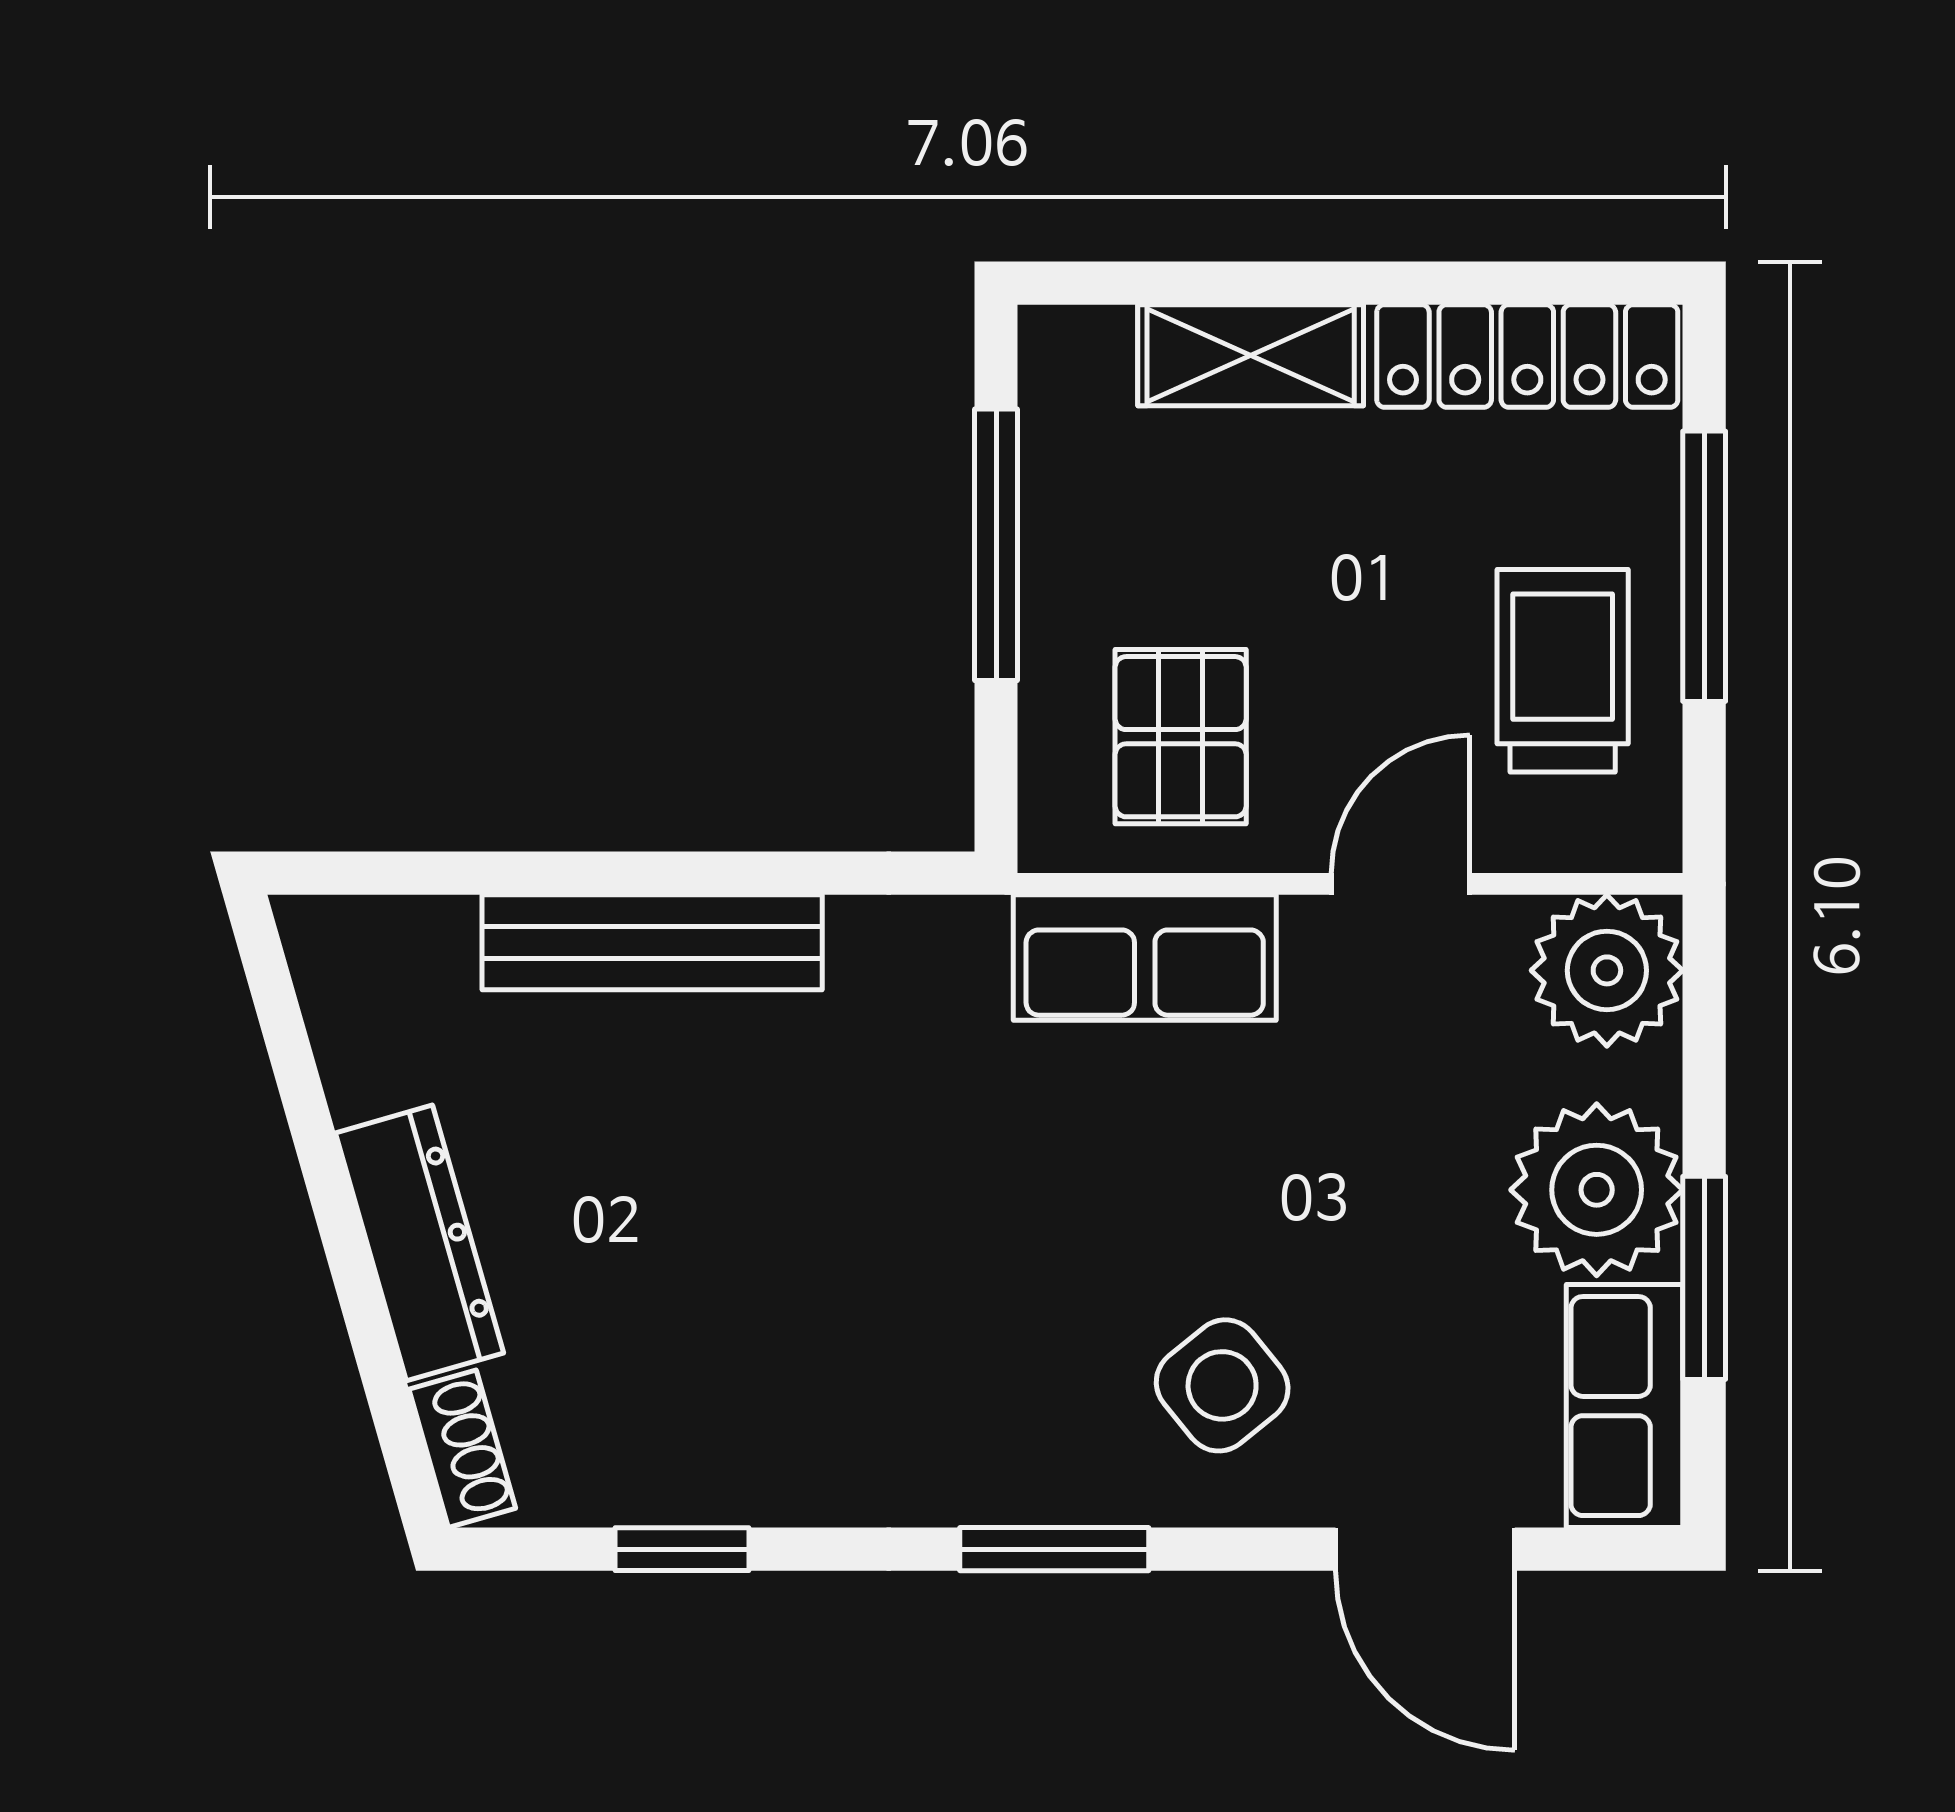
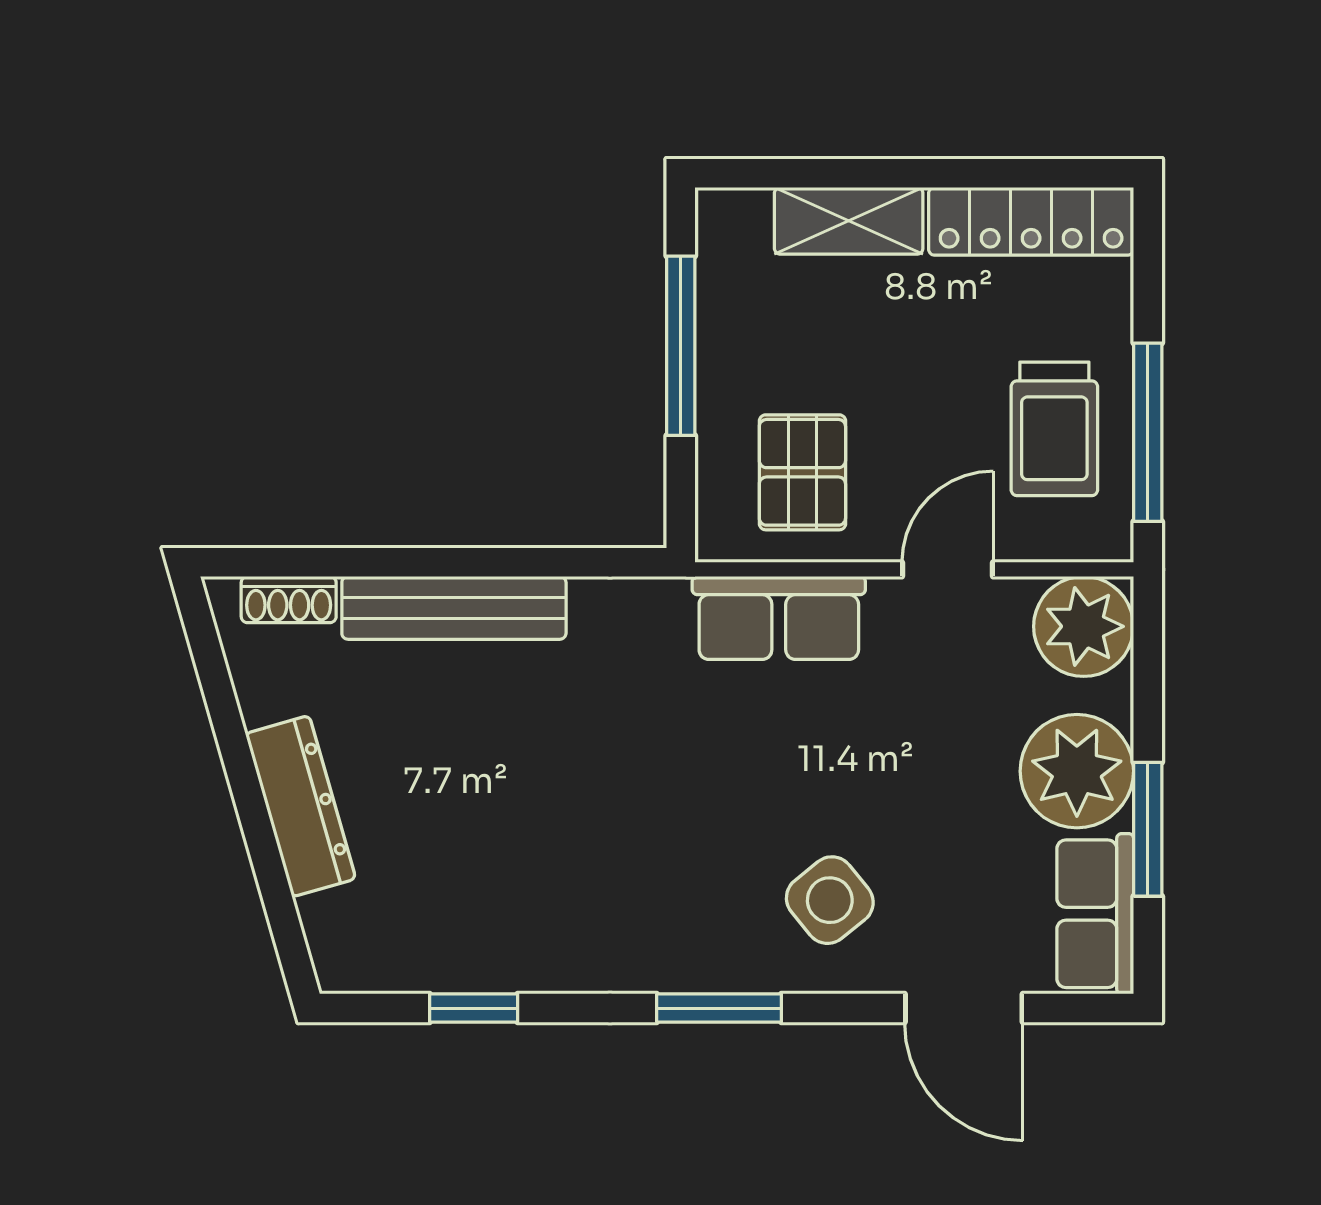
window: (1704, 566) -> (1148, 432), moved
trolley: (1563, 671) -> (1054, 429), turned 180
shoe rack: (462, 1449) -> (289, 600), moved, turned 106

